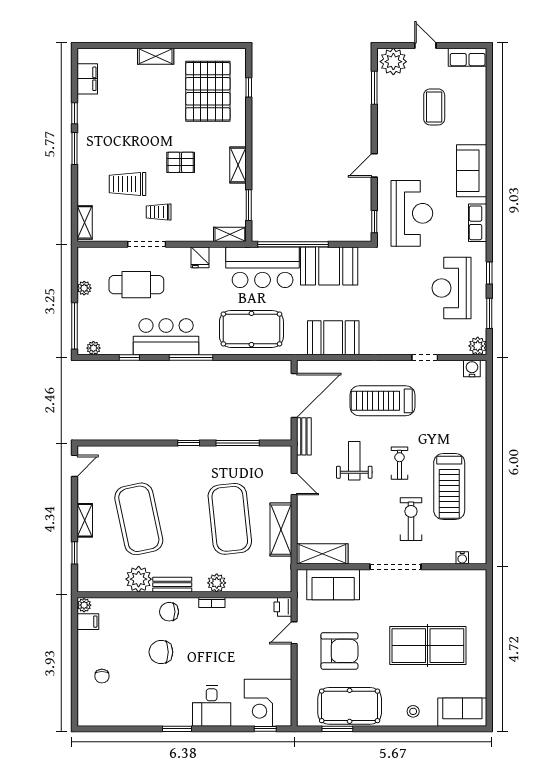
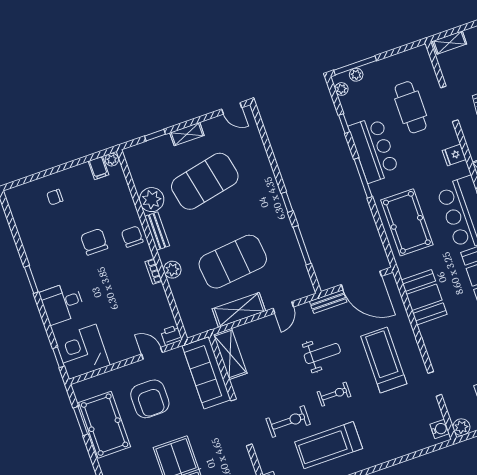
plant: (84, 288) -> (356, 75), moved
sofa: (333, 585) -> (206, 373), width x1.36

